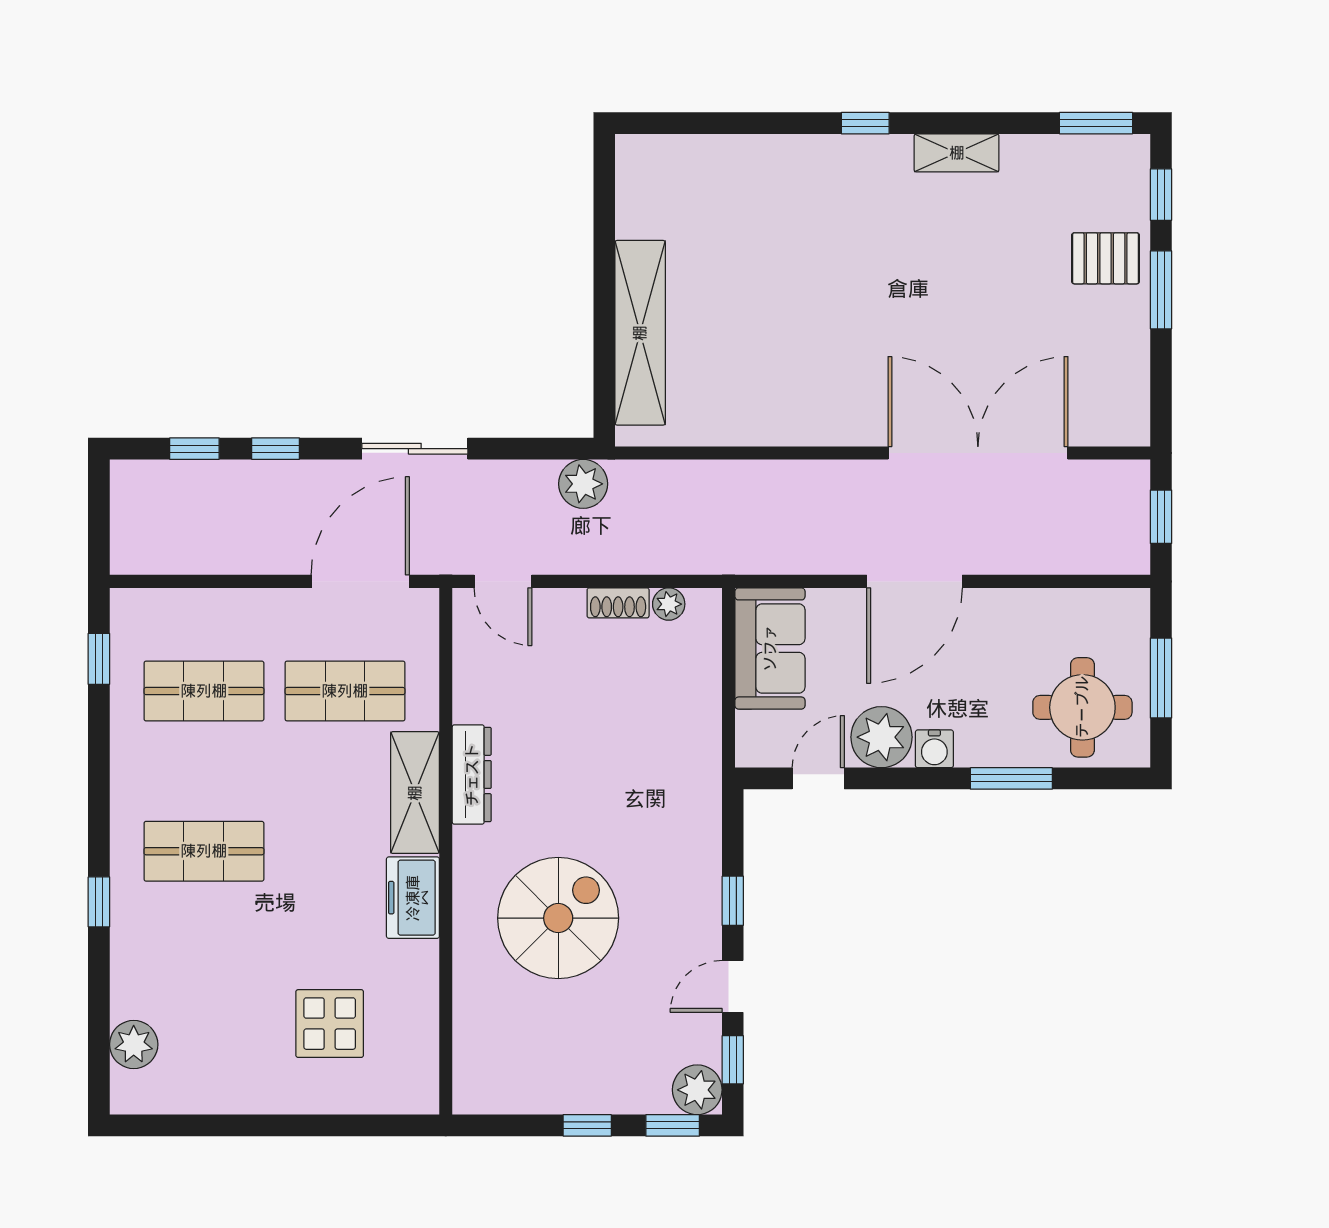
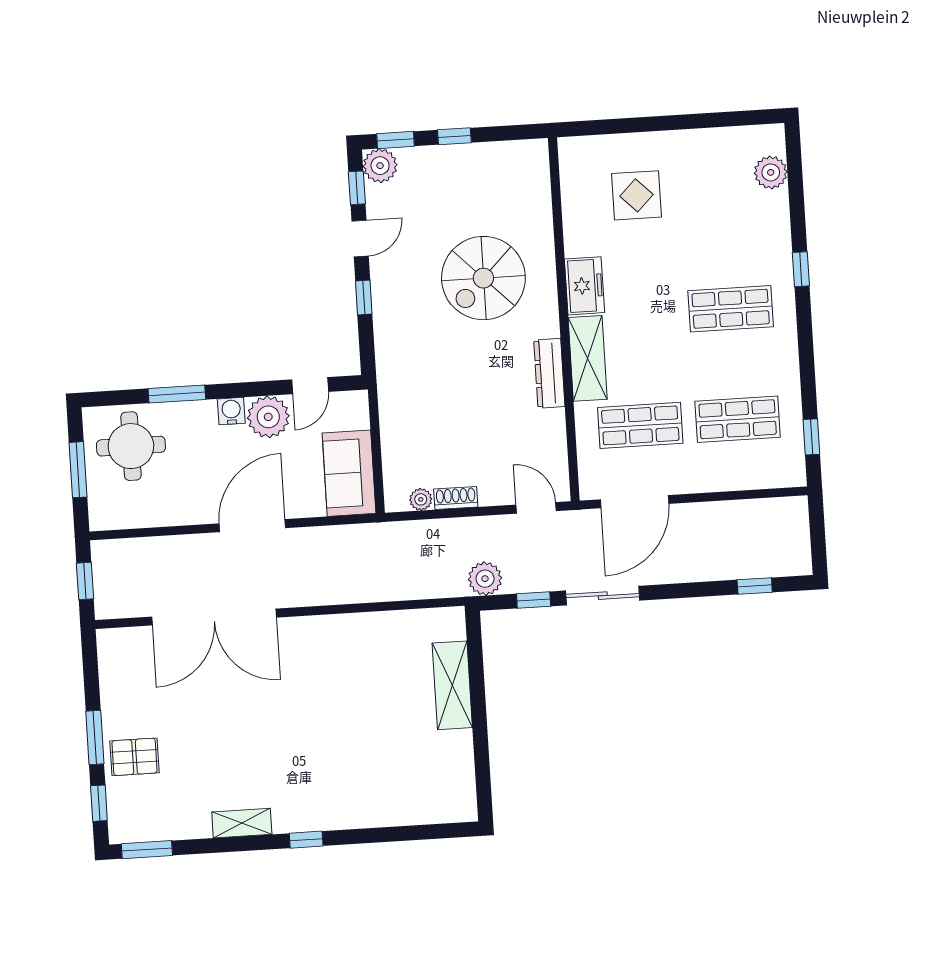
shelving: (640, 333) -> (452, 685), width x0.68
window: (275, 449) -> (534, 600), moved

